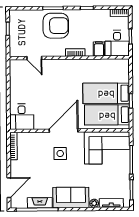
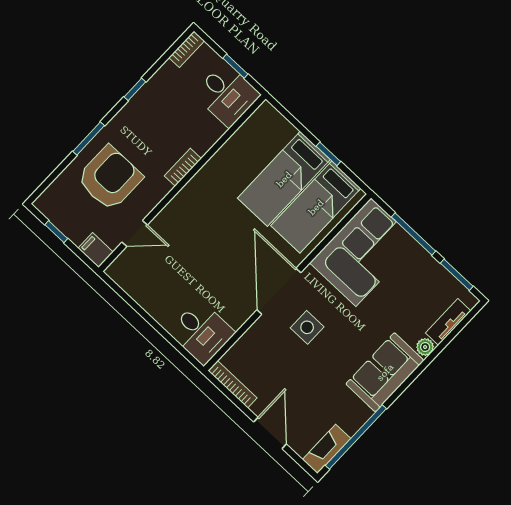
armchair: (56, 26) -> (110, 178), moved
filing cabinet: (99, 49) -> (96, 250), moved
door: (9, 188) -> (270, 433), moved
fireplace: (40, 203) -> (327, 449), moved

